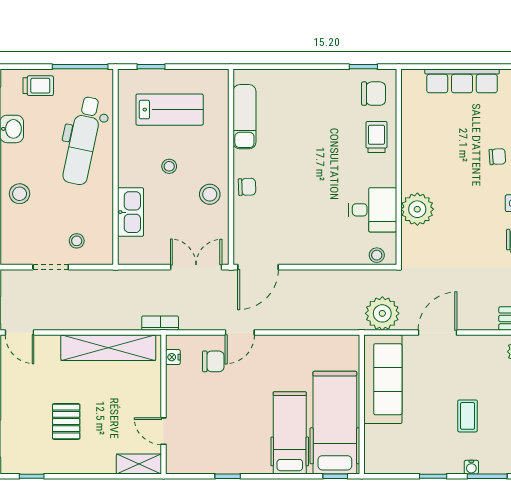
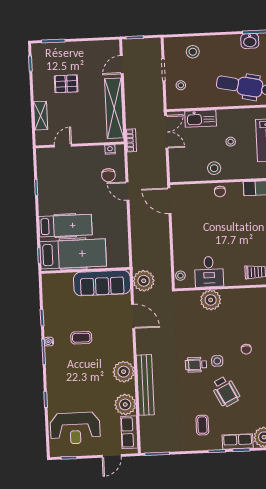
stool: (20, 194) -> (193, 52), moved
double door: (196, 267) -> (166, 132), moved
door: (20, 333) -> (122, 65), moved
shelving: (139, 464) -> (41, 116), moved

